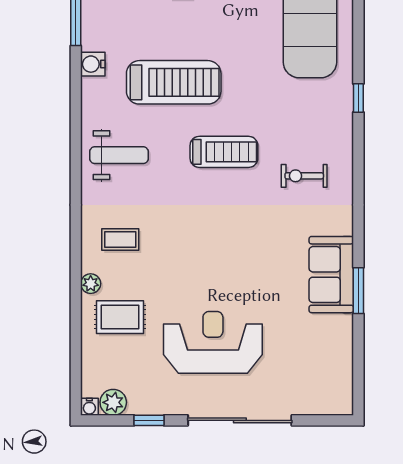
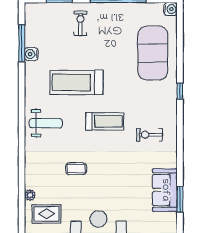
water cooler: (93, 64) -> (31, 54), moved
treadmill: (174, 82) -> (77, 82), turned 180
coffee table: (120, 240) -> (76, 169), moved

